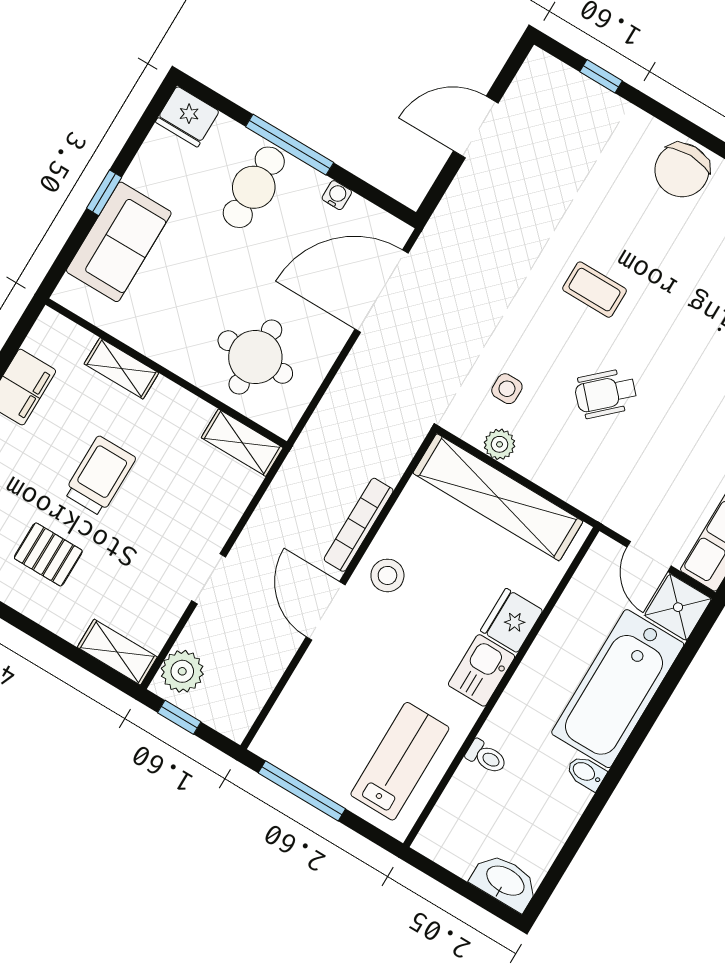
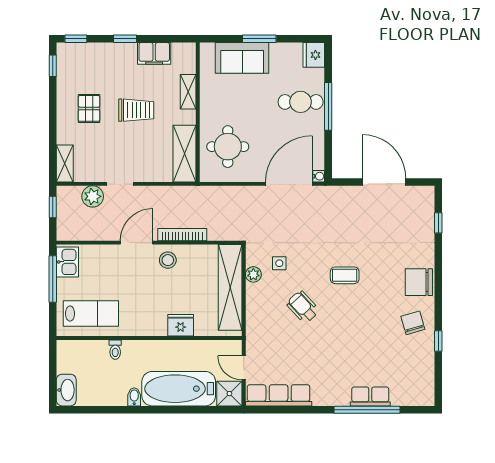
door: (476, 127) -> (384, 182), width x1.36
window: (104, 193) -> (259, 39), width x1.50
water cooler: (337, 195) -> (319, 176), moved
coffee table: (594, 290) -> (345, 275), turned 90
door: (381, 291) -> (289, 184), hinge flipped
shelving: (242, 443) -> (185, 154), width x1.50, depth x1.33
door: (649, 557) -> (244, 368), hinge flipped
kitchen sink: (481, 670) -> (67, 262), moved, turned 90
plant: (182, 671) -> (93, 196), moved

